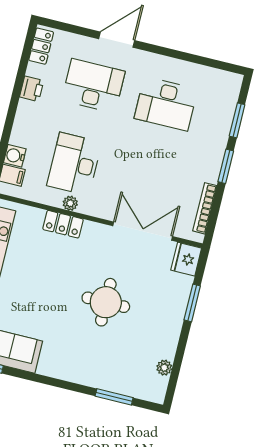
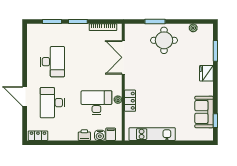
printer: (32, 89) -> (84, 135), moved
desk: (74, 164) -> (96, 103), turned 180
fridge: (186, 259) -> (206, 73), moved, turned 90
round table: (106, 302) -> (164, 40), moved

